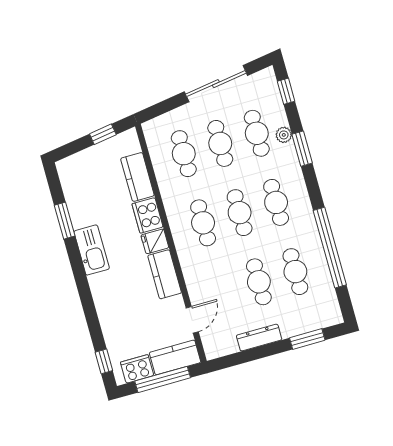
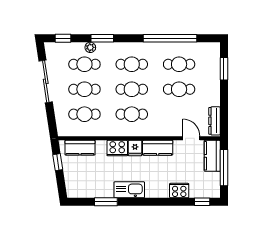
kitchen counter: (137, 177) -> (80, 148), moved
dresser: (259, 338) -> (215, 121), moved
cooker: (137, 369) -> (179, 191), moved, turned 90

